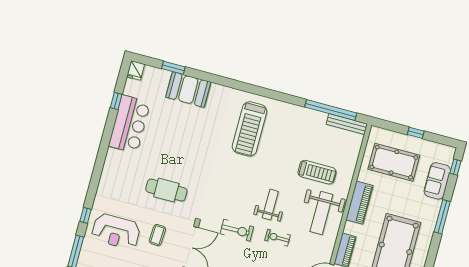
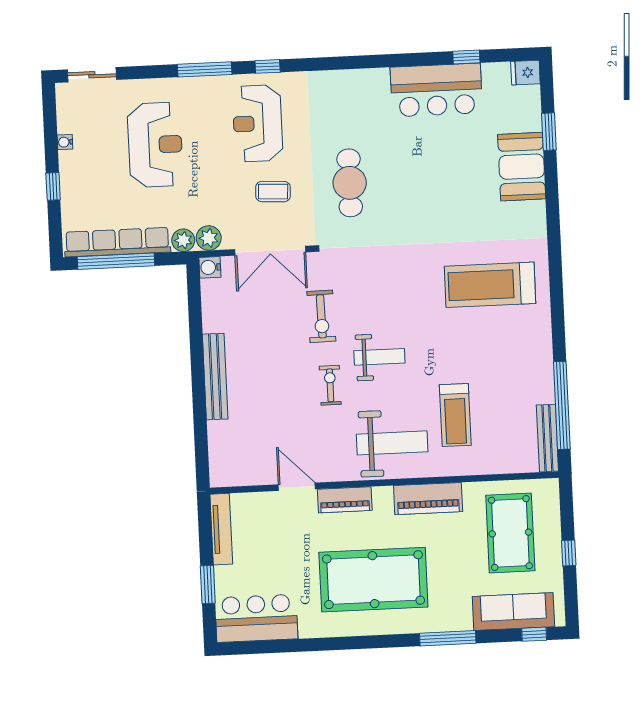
sofa: (437, 181) -> (513, 612), width x1.36
weight bench: (321, 213) -> (392, 443), turned 180

